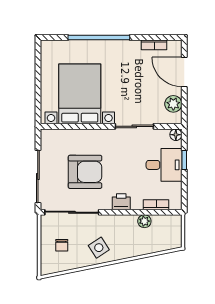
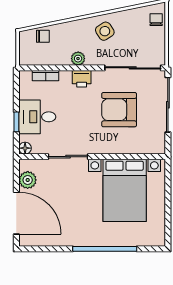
bookcase: (154, 45) -> (48, 241), removed
door: (184, 72) -> (16, 213), width x1.36
plant: (144, 221) -> (78, 59), moved
chair: (159, 243) -> (43, 36), added
chair: (62, 245) -> (156, 20), moved

